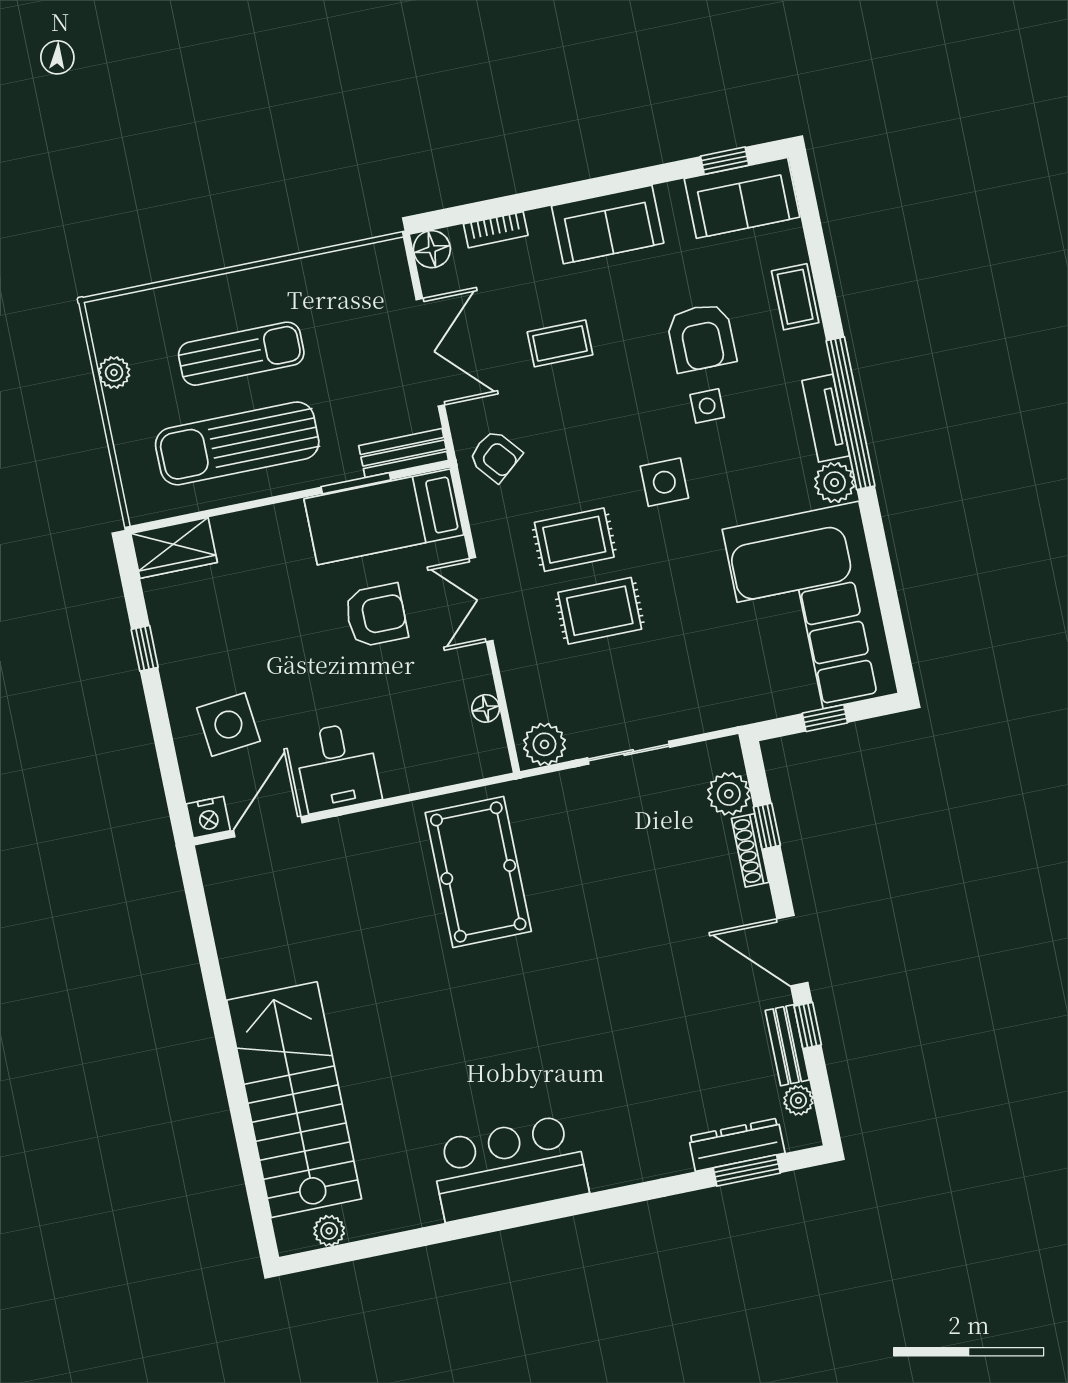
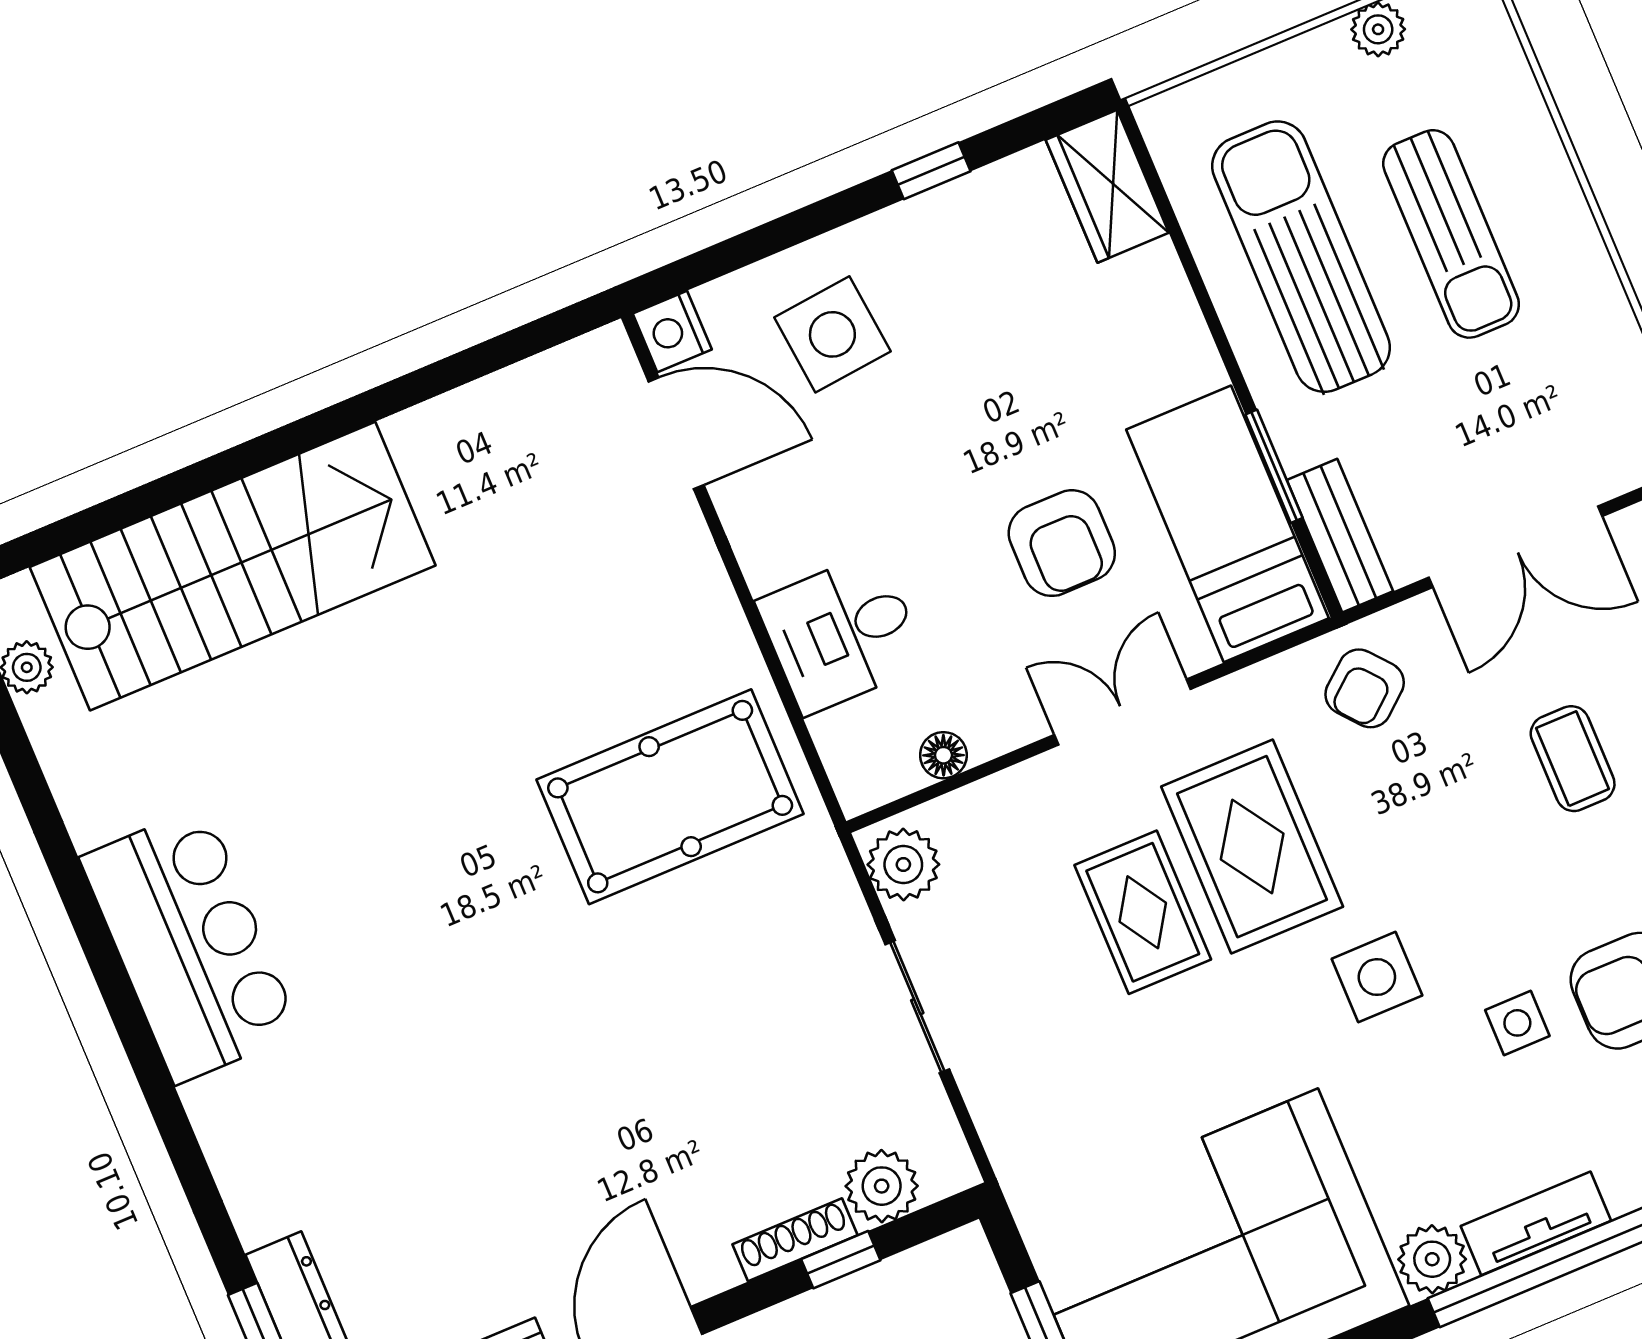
rug: (574, 540) -> (1252, 847), width x1.36, depth x1.43
desk: (337, 767) -> (842, 633), moved

